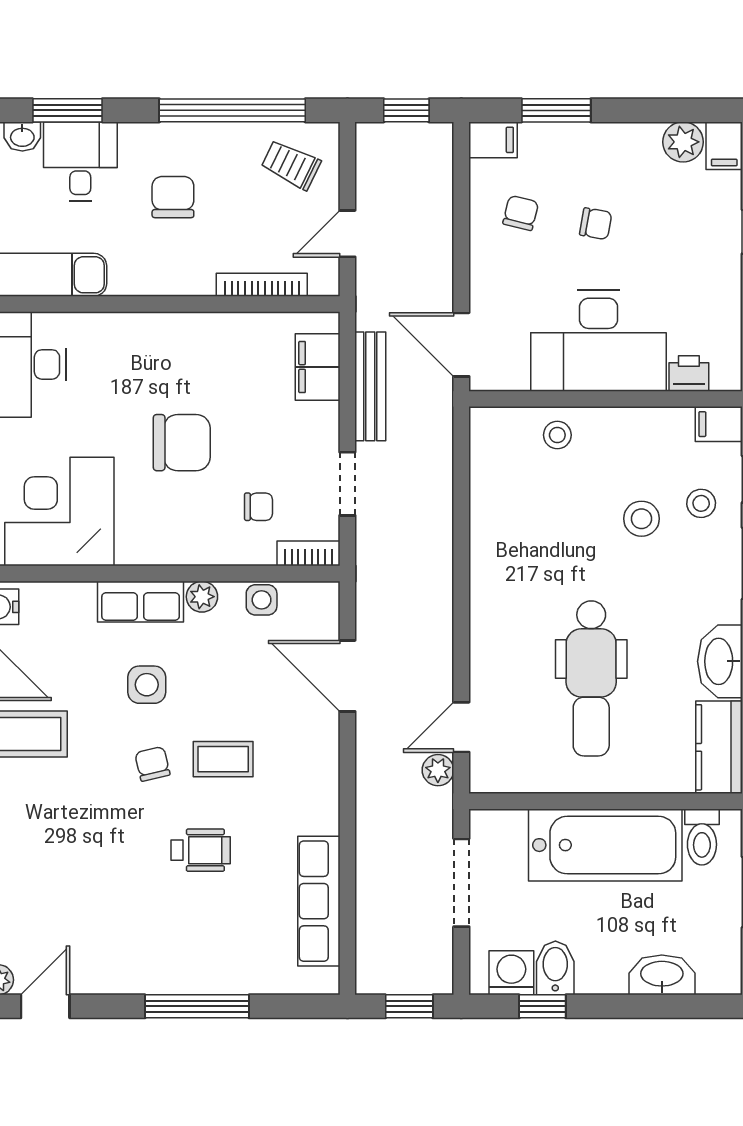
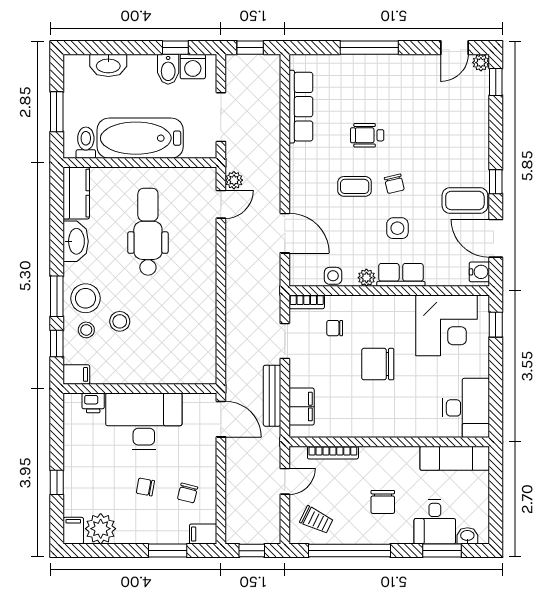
plant: (683, 142) -> (101, 529), width x1.36, depth x1.36
stool: (557, 435) -> (86, 298), moved, width x1.89, depth x1.89

